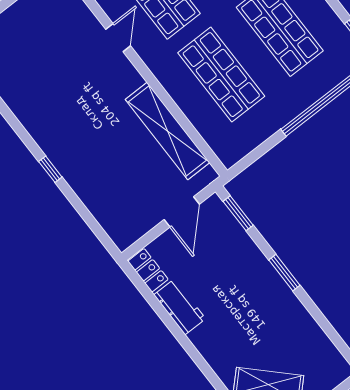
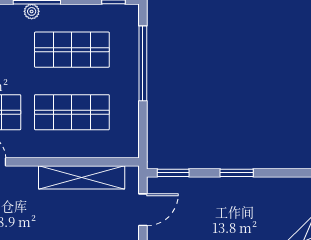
door: (182, 212) -> (143, 210), hinge flipped

